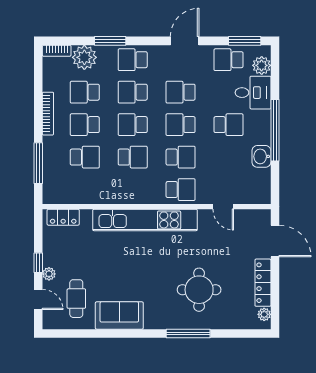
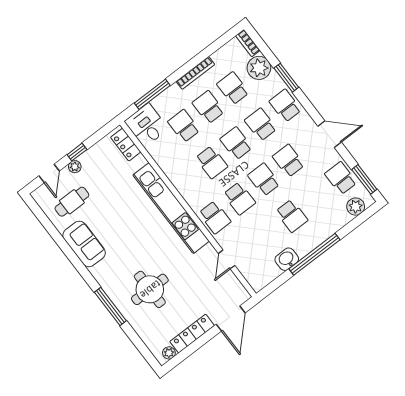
desk: (253, 93) -> (146, 125), moved, turned 180
school desk: (85, 157) -> (184, 126), turned 180

